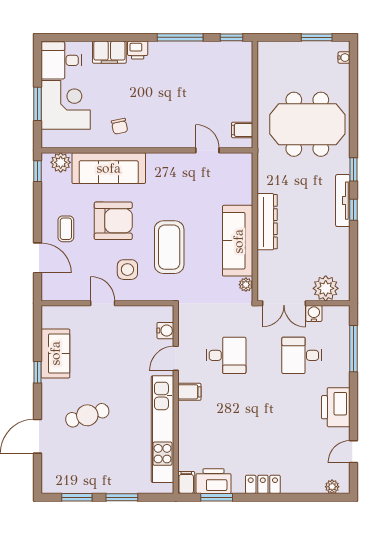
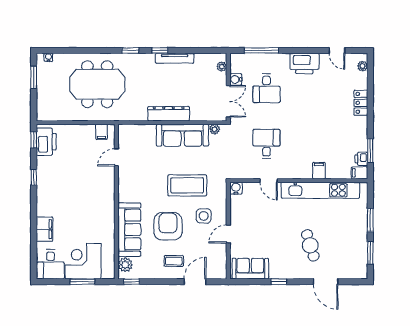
window: (180, 37) -> (34, 177), width x0.46
printer: (138, 50) -> (46, 142), moved, width x1.87, depth x1.48
meeting table: (307, 124) -> (97, 84), turned 90
chair: (120, 126) -> (99, 222), removed
tv unit: (343, 201) -> (175, 58), moved
plant: (326, 288) -> (222, 66), width x0.53, depth x0.53
water cooler: (165, 331) -> (236, 188), moved
sofa: (55, 353) -> (250, 269), moved
filing cabinet: (189, 392) -> (319, 171), moved
printer: (213, 481) -> (361, 159), width x0.53, depth x0.68
locker: (263, 484) -> (361, 103), moved

